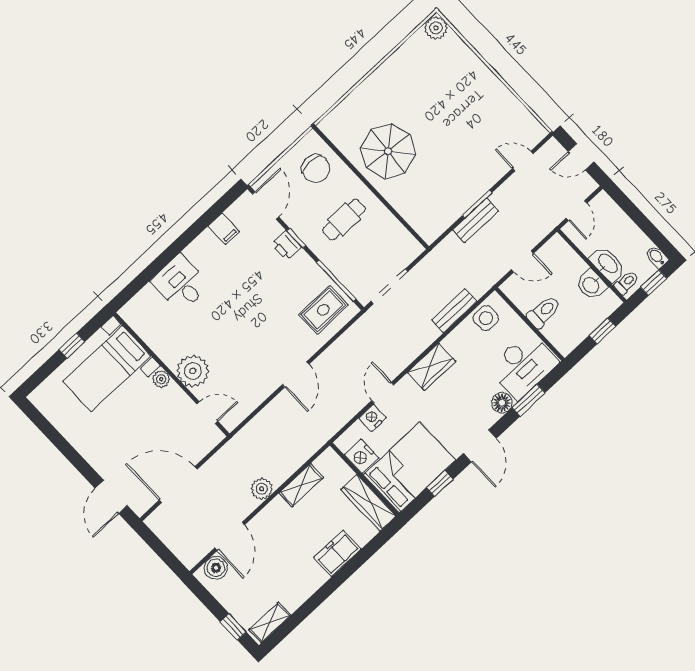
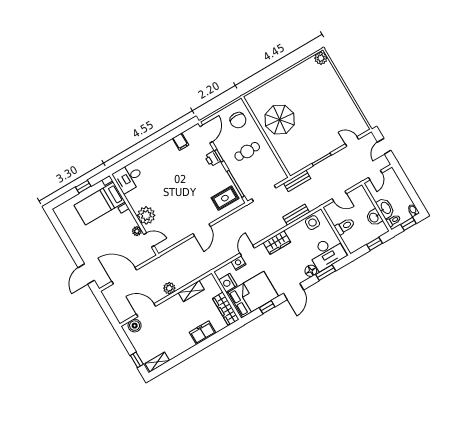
door: (581, 157) -> (384, 146), hinge flipped
bench: (476, 221) -> (297, 181), moved
desk: (180, 283) -> (129, 178), moved, turned -90
plant: (161, 379) -> (137, 231), moved
door: (230, 536) -> (146, 310), swing flipped

